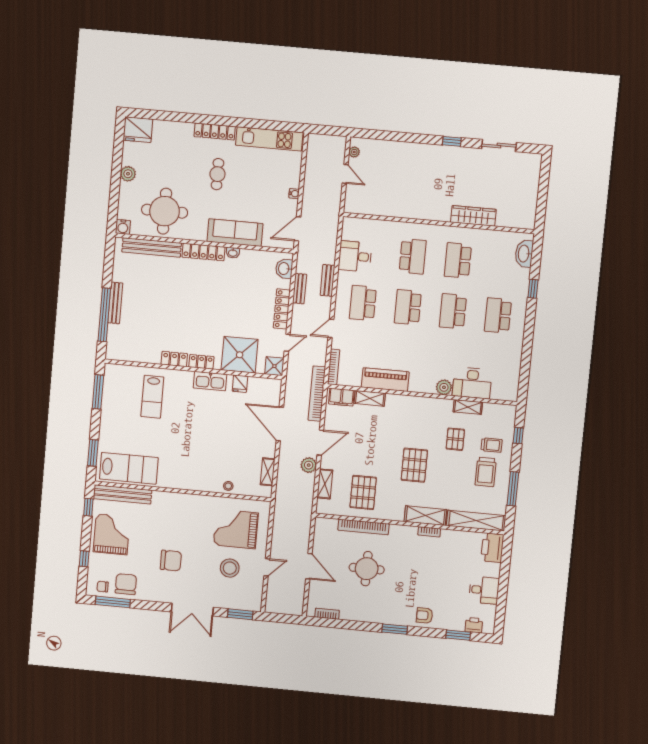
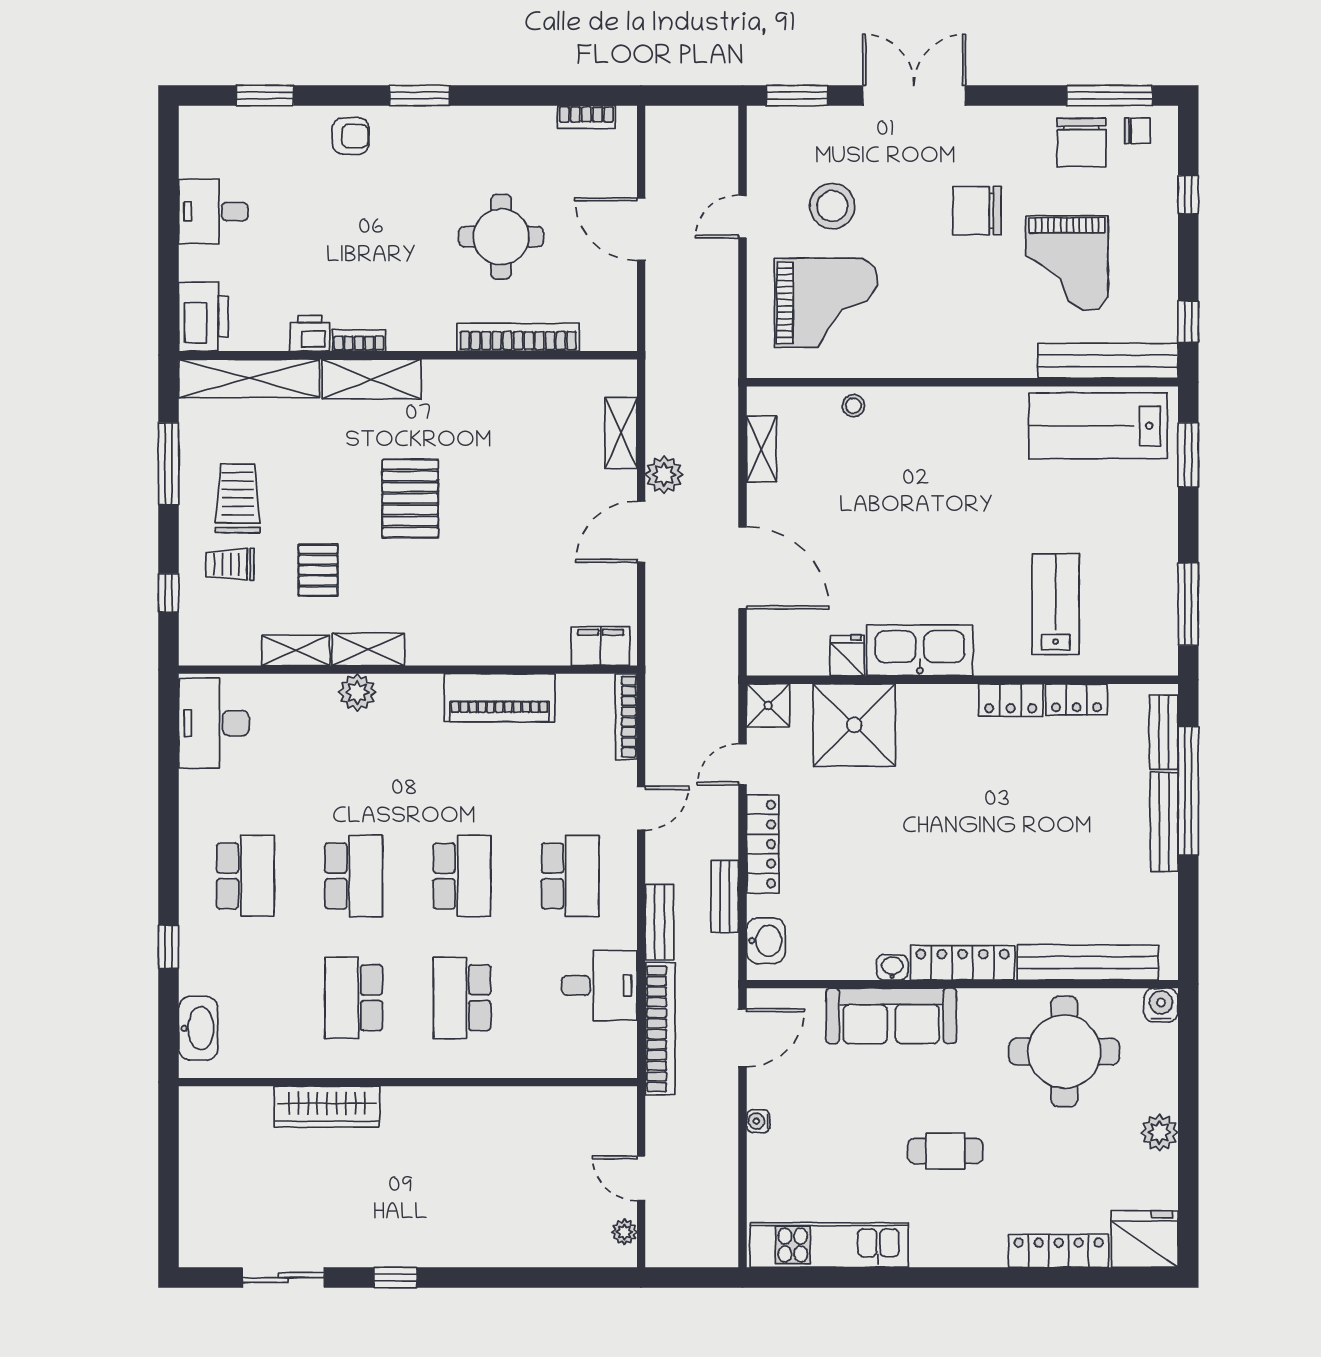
locker: (215, 132) -> (1059, 1251), moved
cafe table: (217, 174) -> (945, 1151), turned 90
school desk: (458, 260) -> (354, 998), turned 180
bench: (112, 340) -> (1164, 732), added
locker: (201, 362) -> (1076, 699), moved
kitchen sink: (210, 381) -> (920, 650), width x1.36, depth x1.24
desk: (472, 383) -> (214, 723), moved, turned -90
bookcase: (317, 394) -> (660, 1029), moved
shelving: (370, 398) -> (368, 649), moved
pallet: (363, 492) -> (527, 421), removed
grand piano: (112, 534) -> (1067, 263), moved
printer: (474, 625) -> (310, 333), moved, turned 180

